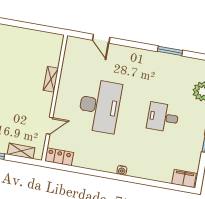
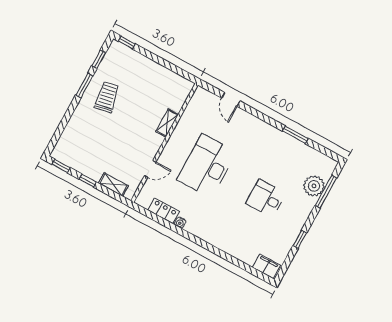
desk: (100, 106) -> (207, 166), turned 180
locker: (59, 157) -> (164, 211), moved
water cooler: (122, 170) -> (180, 223), moved

